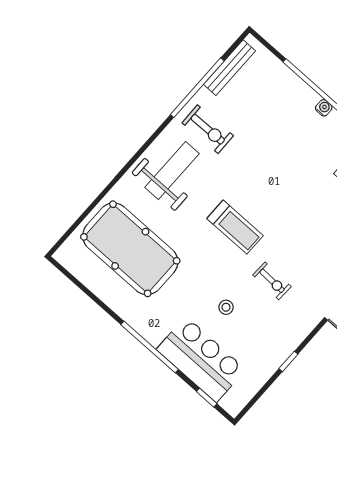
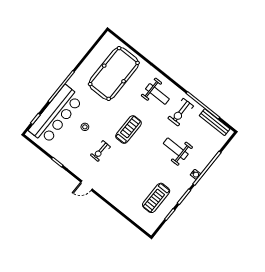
weight bench: (275, 142) -> (176, 149), added
weight bench: (172, 171) -> (157, 94), width x0.73, depth x0.75
treadmill: (235, 227) -> (128, 130), turned 180
bar counter: (201, 359) -> (56, 115), width x1.36

